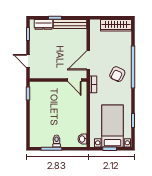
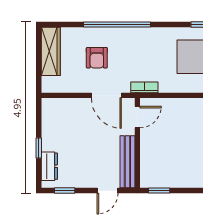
bench: (70, 24) -> (127, 162), moved
armchair: (117, 74) -> (97, 58), moved, turned 64

